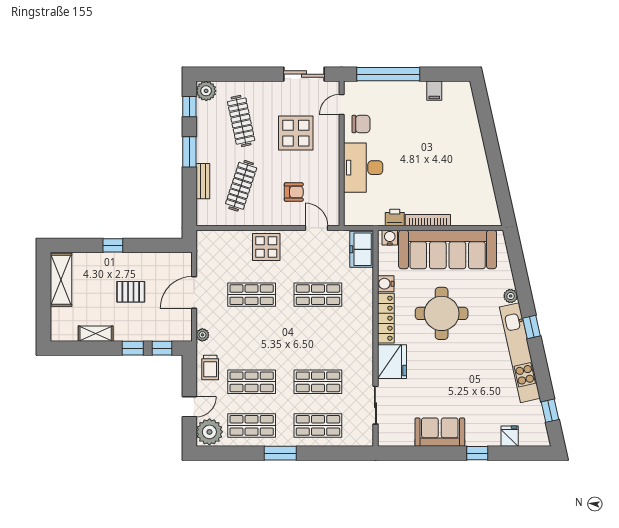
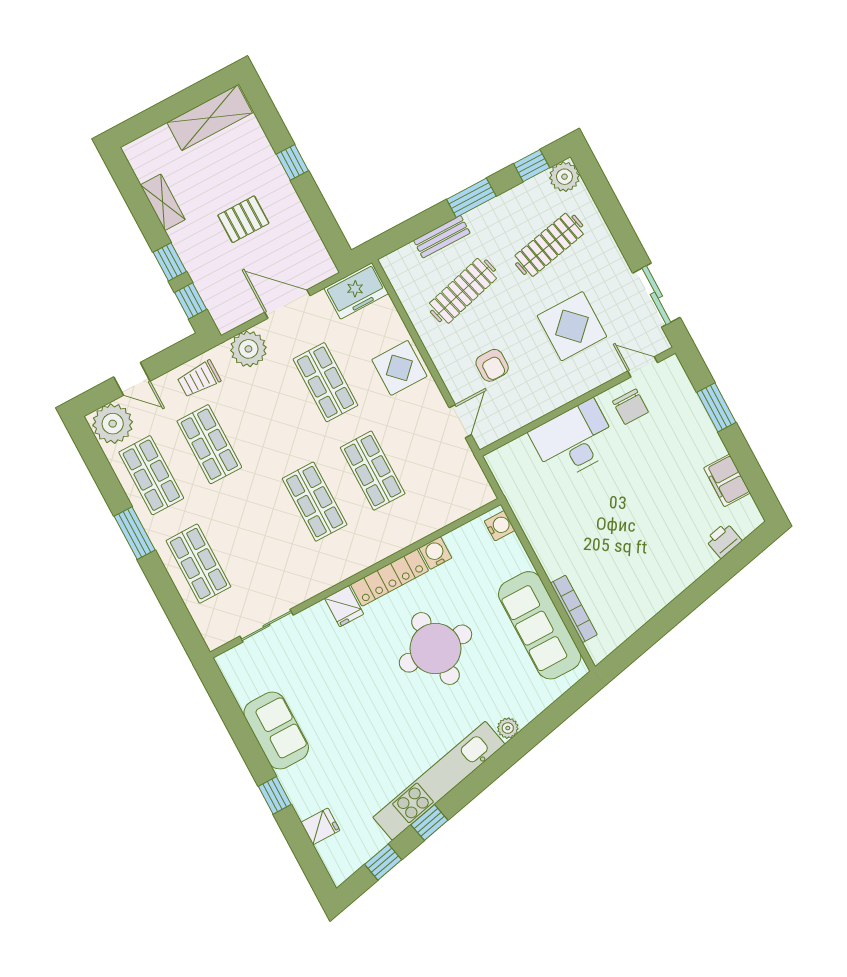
window: (388, 74) -> (716, 407), width x0.47
filing cabinet: (434, 91) -> (727, 480), width x2.00
clothes rail: (241, 186) -> (463, 291), turned -33
printer: (395, 218) -> (724, 540), moved, turned -102
bookcase: (428, 220) -> (574, 609), moved
freezer: (362, 249) -> (356, 291), moved, turned 180
sofa: (448, 249) -> (540, 625), width x0.74, depth x0.79
pallet: (131, 292) -> (243, 219), turned 90
window: (532, 327) -> (429, 822), moved
plant: (202, 335) -> (248, 349), width x1.88, depth x1.88
fridge: (392, 362) -> (344, 606), width x0.53, depth x0.75
shop shelf: (318, 382) -> (315, 502), moved

